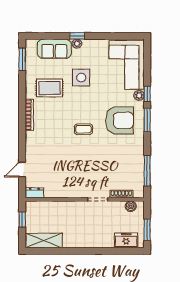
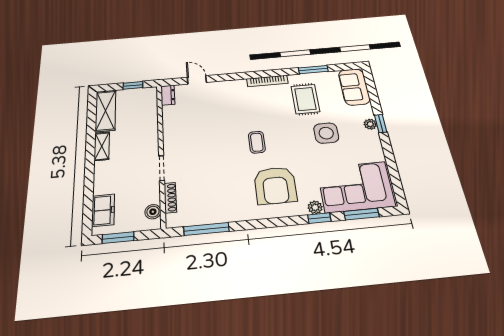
sofa: (54, 49) -> (354, 87), moved
window: (22, 59) -> (313, 70), moved
window: (147, 120) -> (361, 214), moved
shelving: (75, 243) -> (102, 146), added

